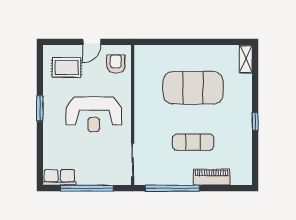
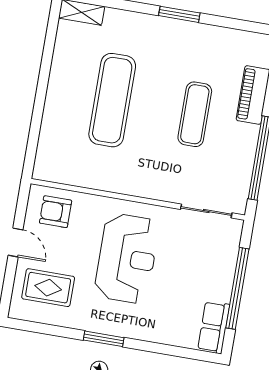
rug: (67, 68) -> (48, 288), turned 90
exercise mat: (193, 88) -> (112, 100), width x0.68
window: (255, 121) -> (179, 14), width x1.50

